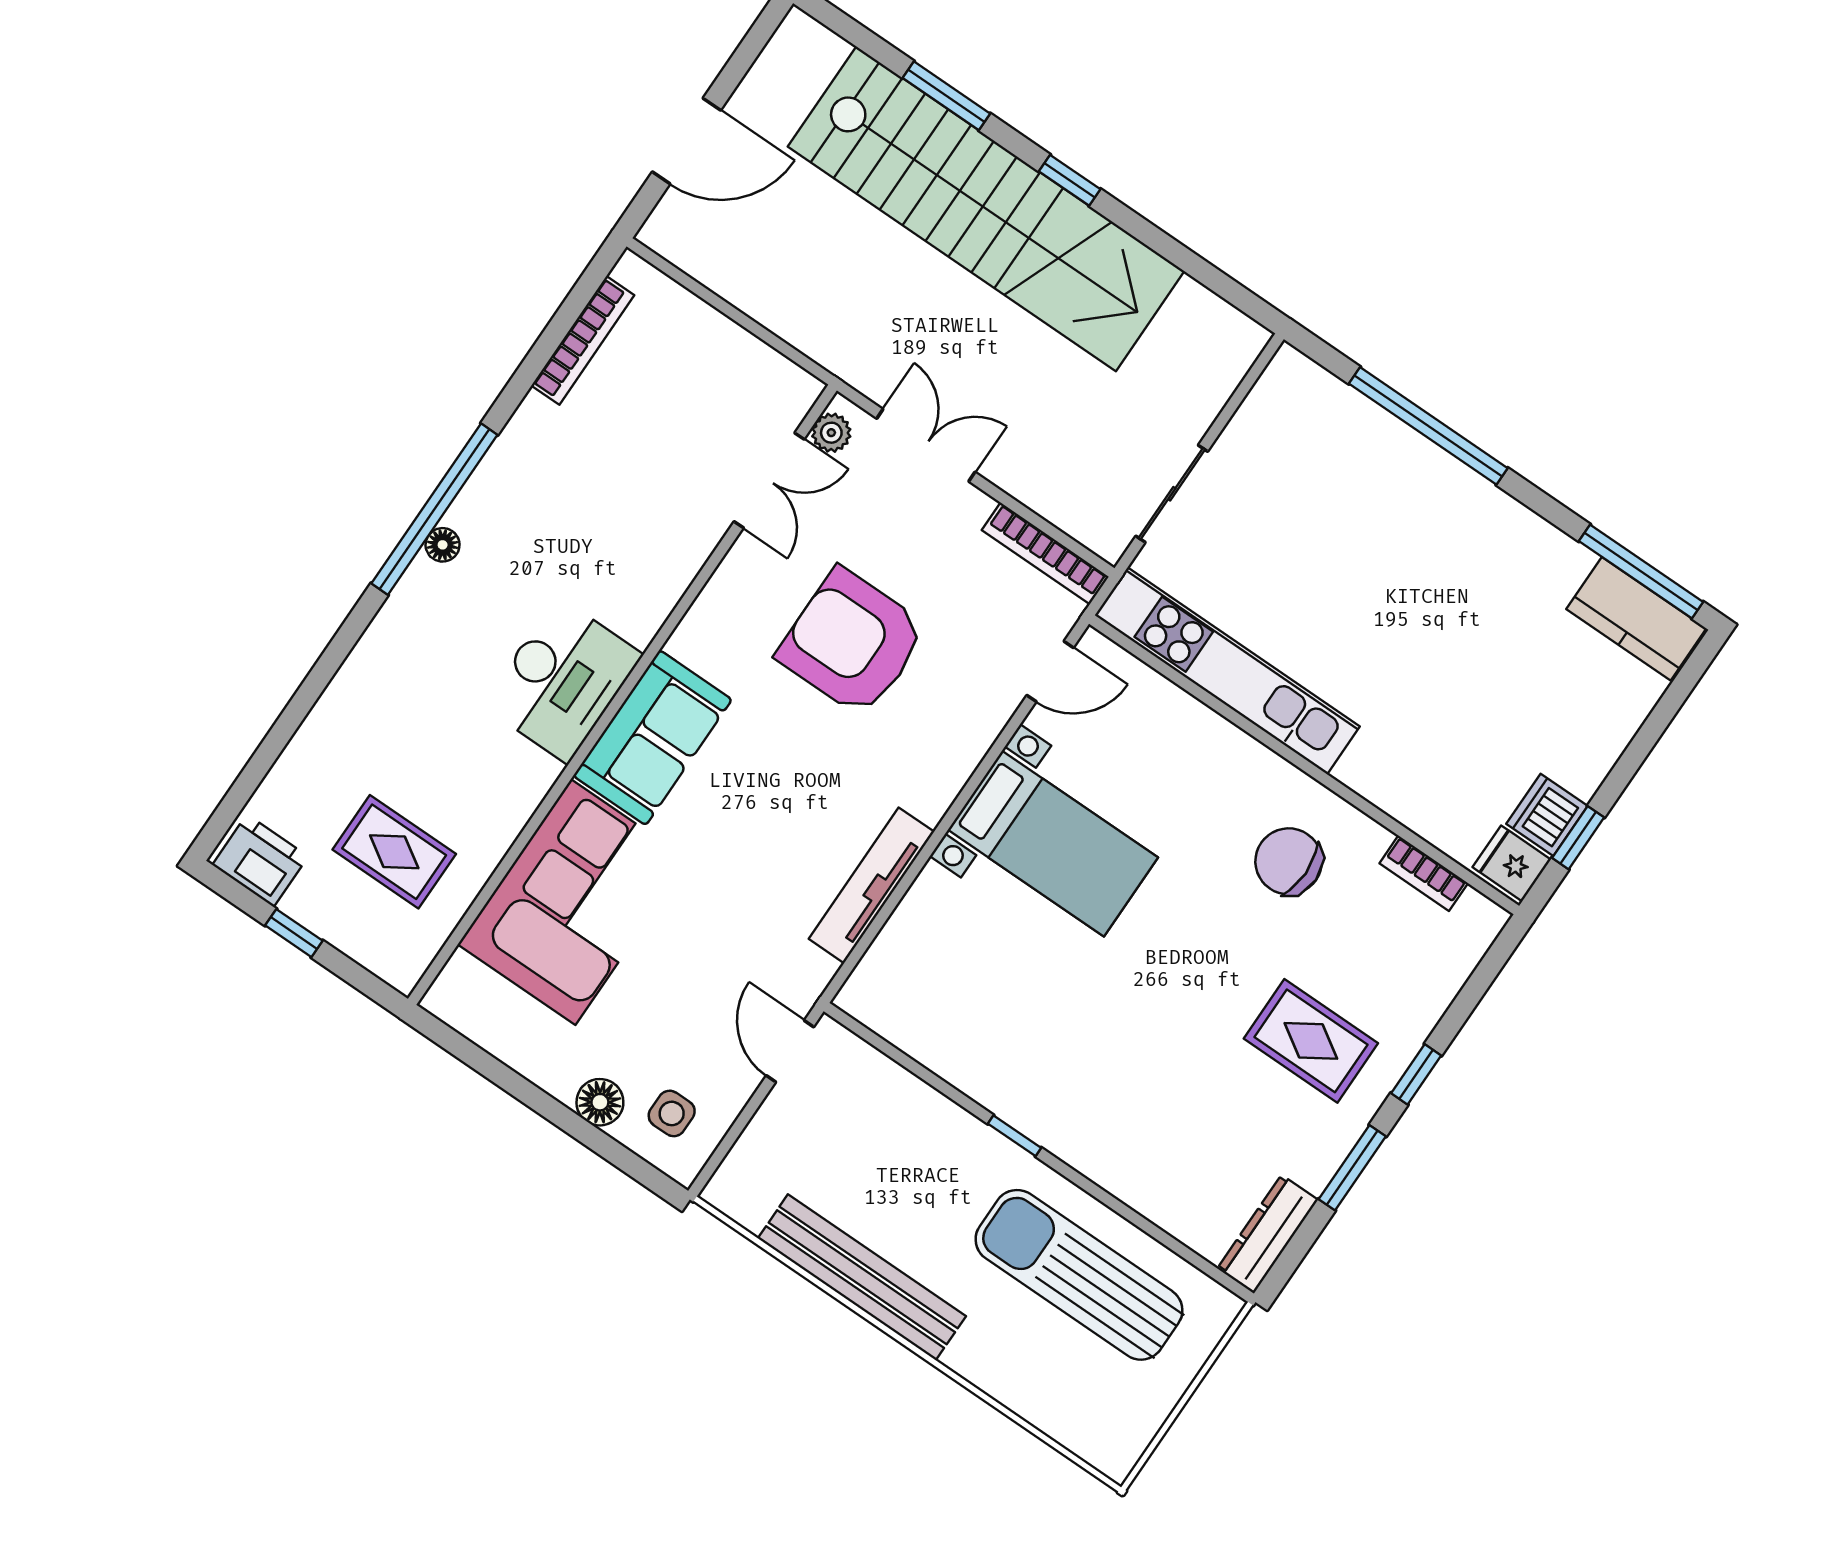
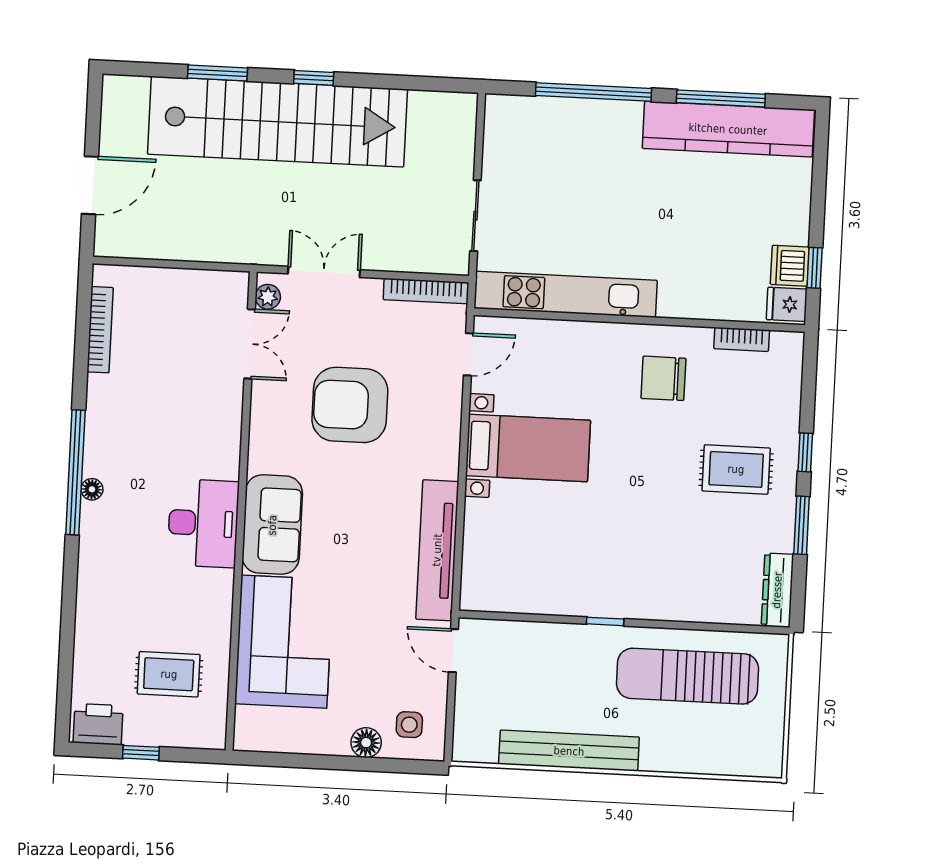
window: (1641, 572) -> (721, 98), moved
kitchen counter: (1636, 619) -> (728, 129), width x2.08, depth x1.17
tv unit: (871, 885) -> (437, 550), width x1.36, depth x1.29

